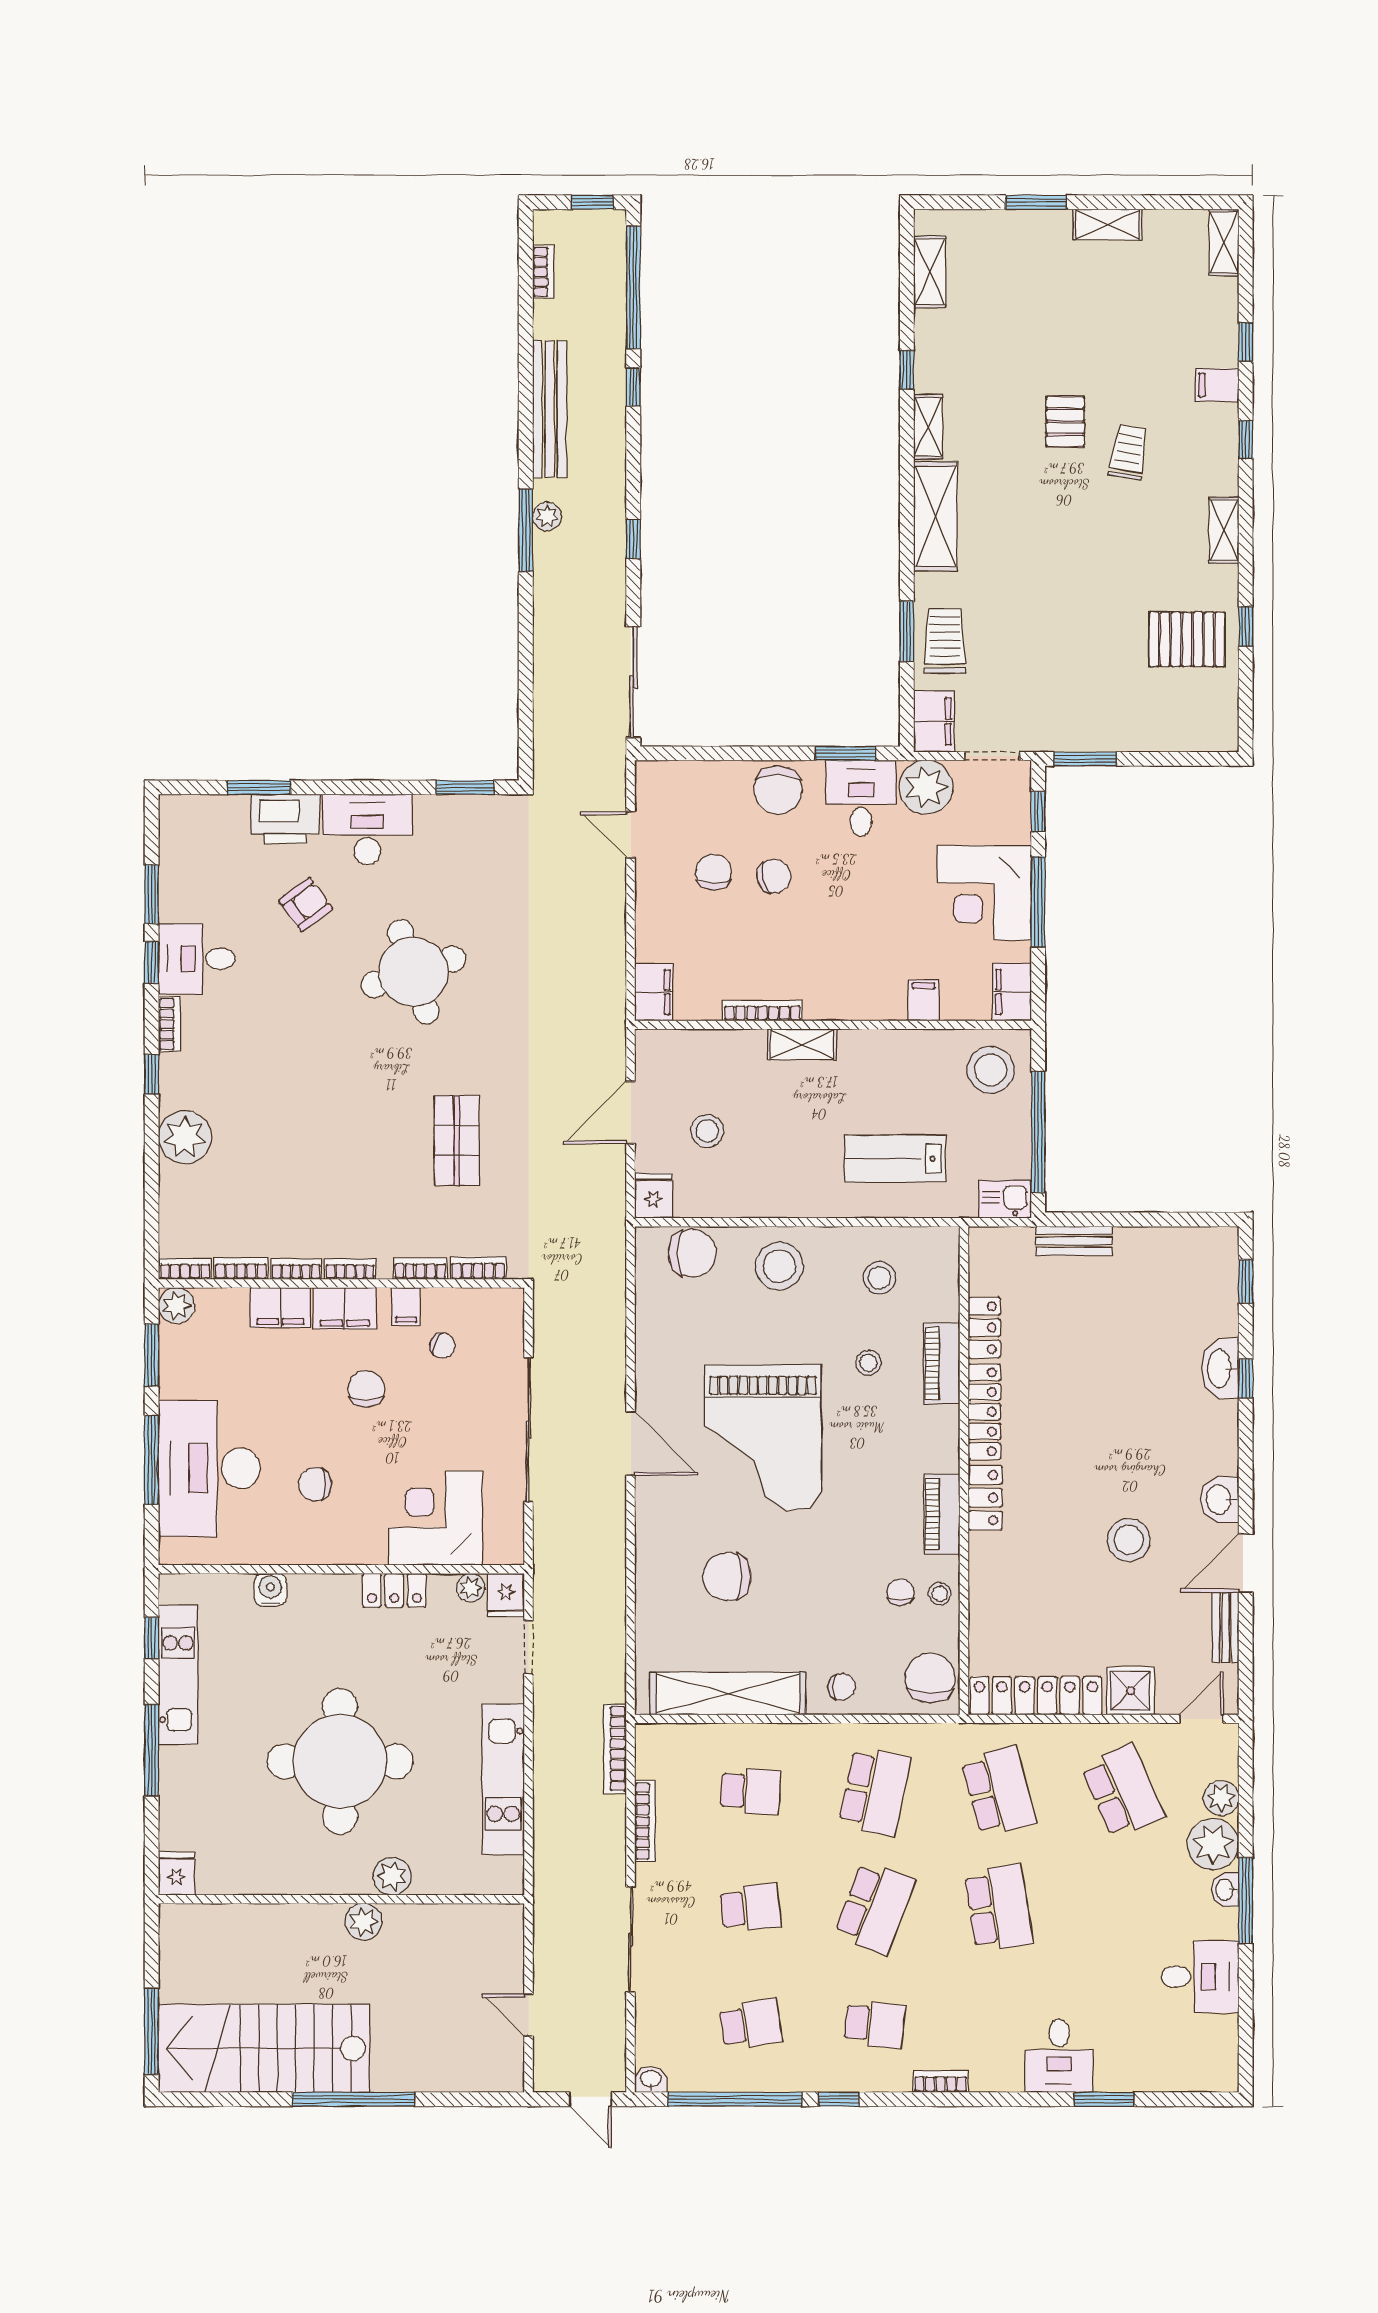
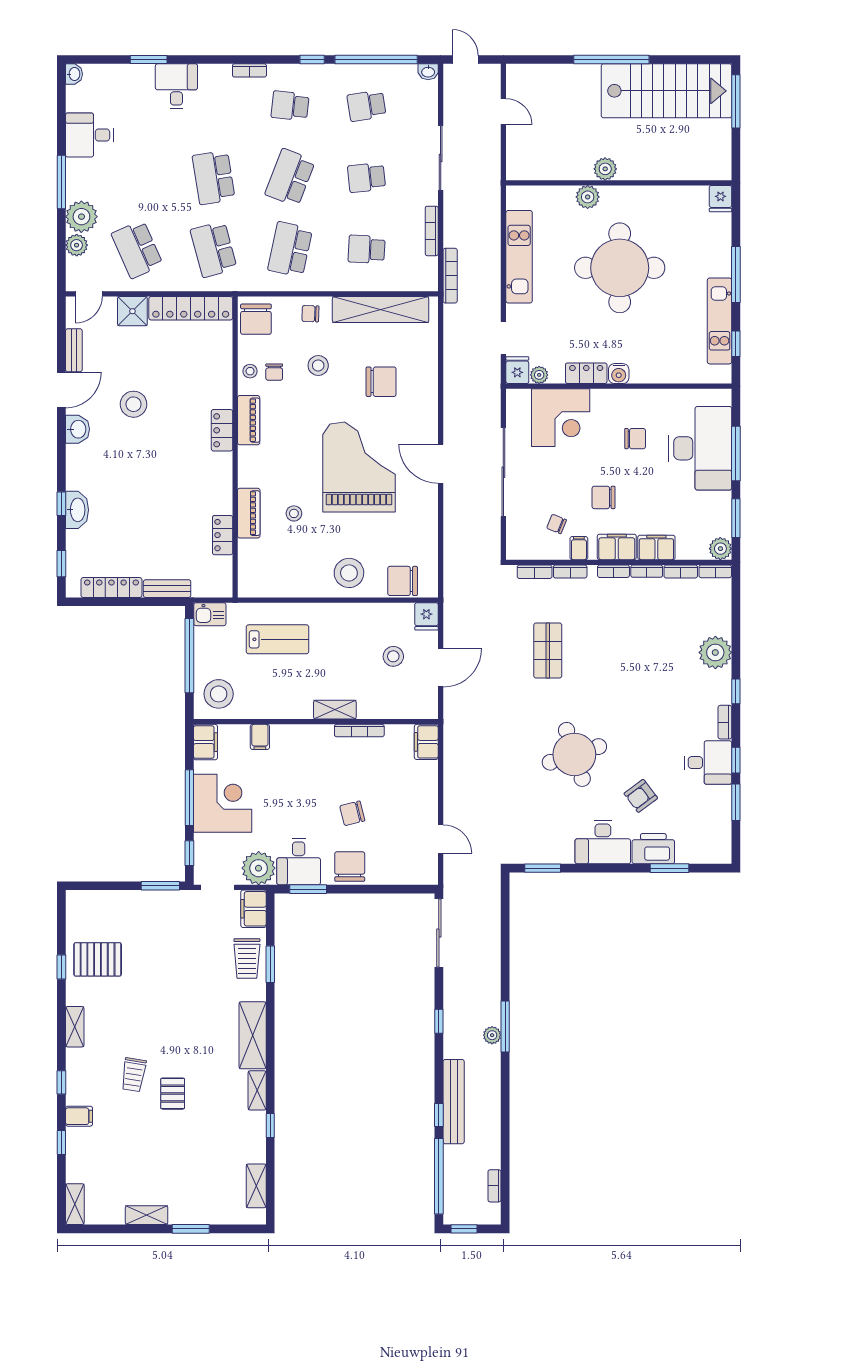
bench: (550, 409) -> (454, 1102), moved
chair: (714, 872) -> (389, 816), removed
stool: (879, 1278) -> (318, 365), moved
chair: (366, 1389) -> (604, 497), turned 90
locker: (984, 1412) -> (111, 588), moved, turned 90
water cooler: (270, 1590) -> (619, 374), moved
washbasin: (1225, 1890) -> (74, 74), moved

